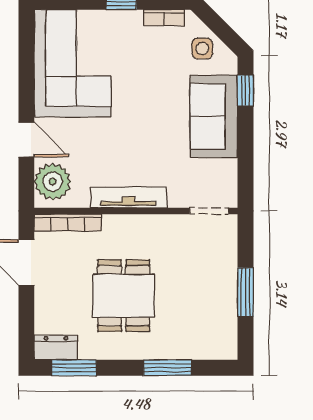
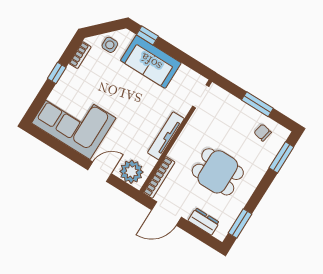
chair: (212, 322) -> (263, 133), added
dresser: (56, 348) -> (204, 222), moved, turned 90
window: (168, 368) -> (281, 157), moved

